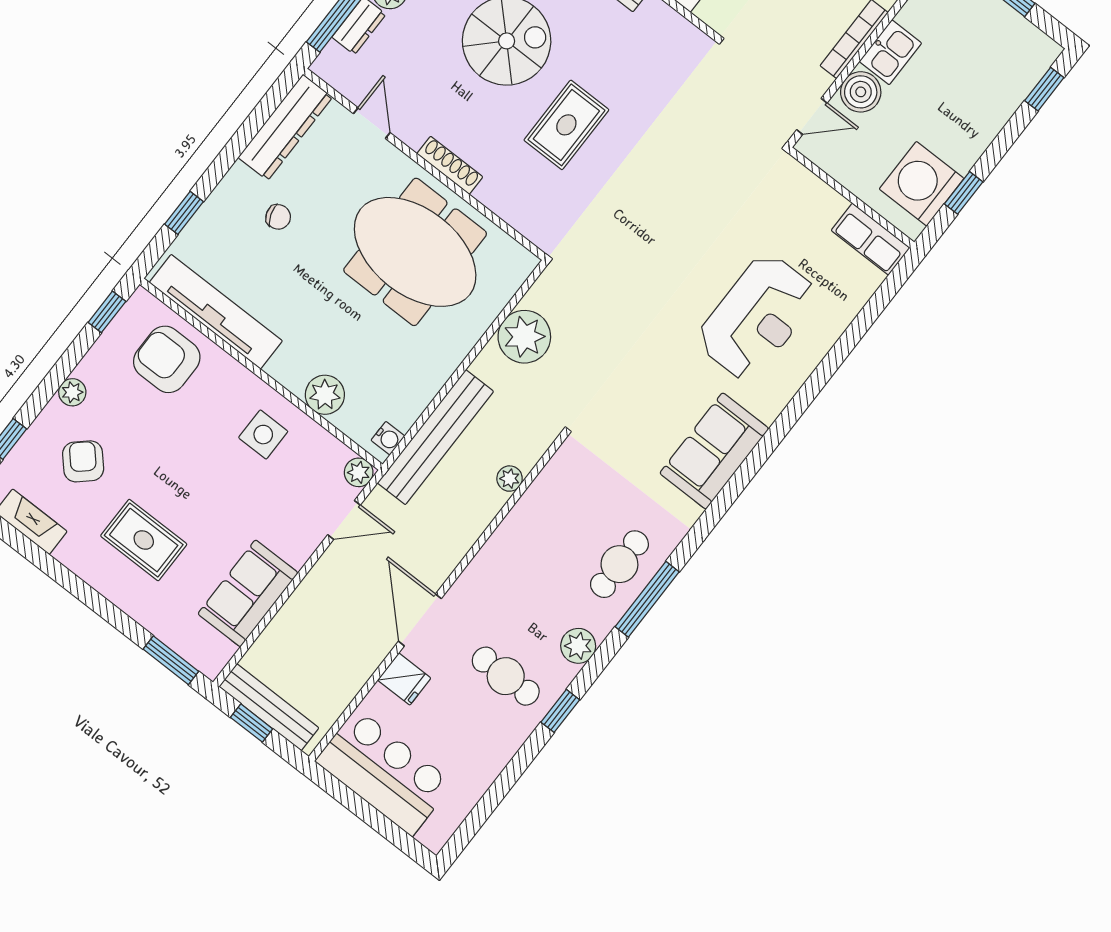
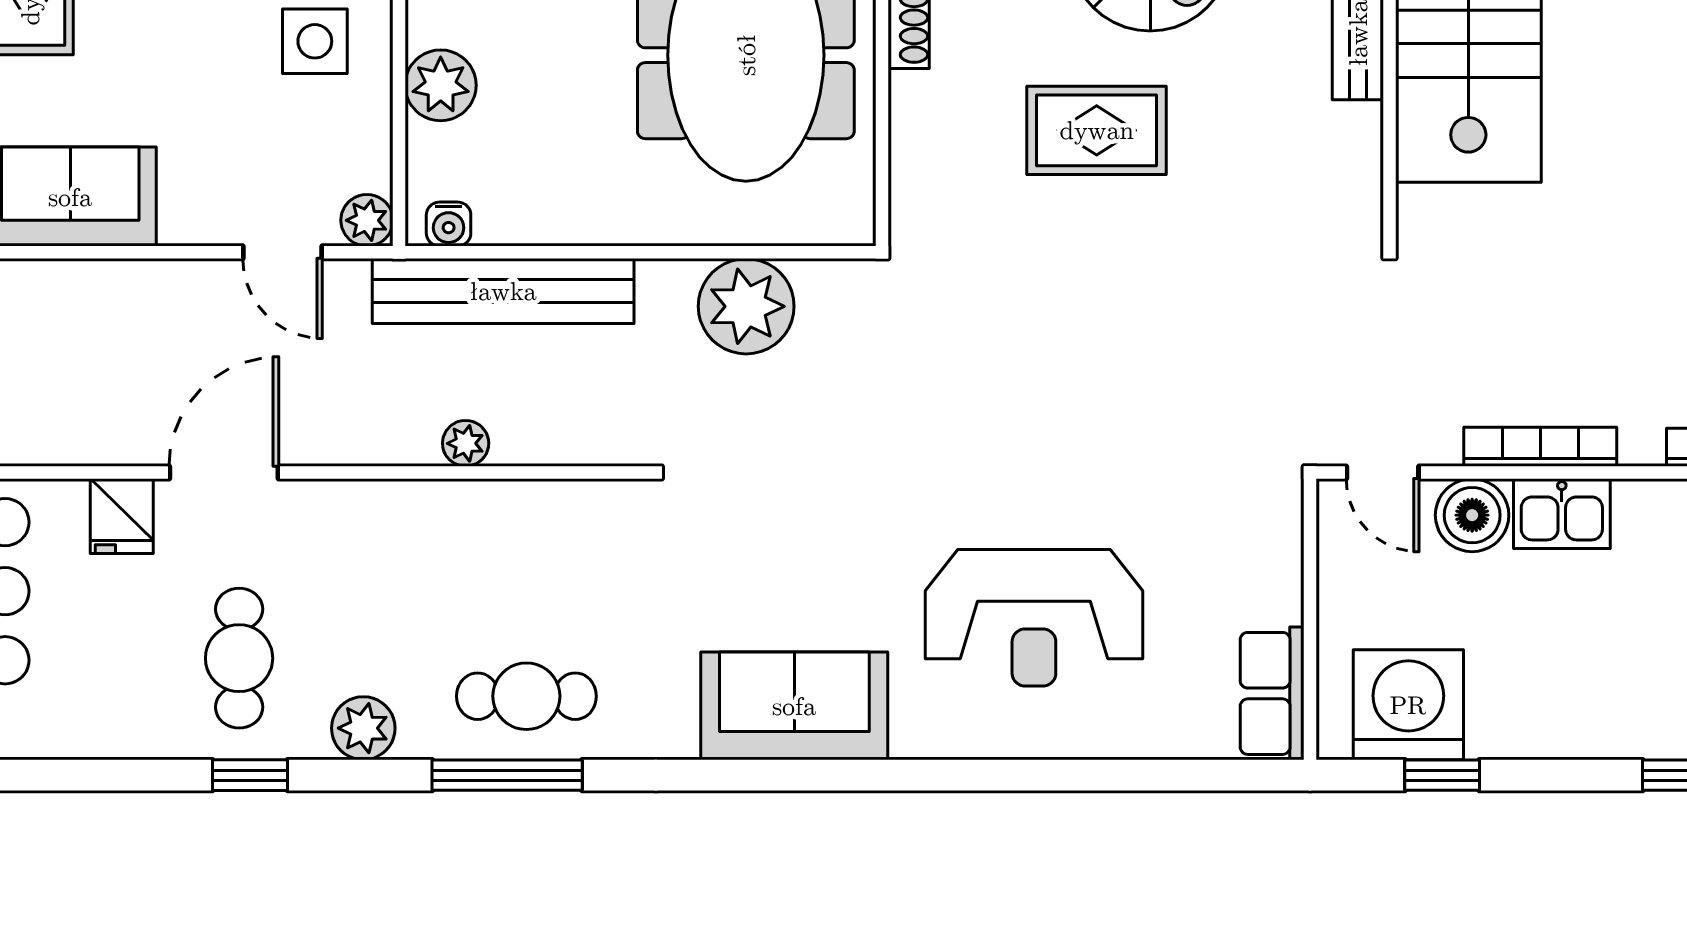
plant: (510, 479) -> (466, 443), moved

